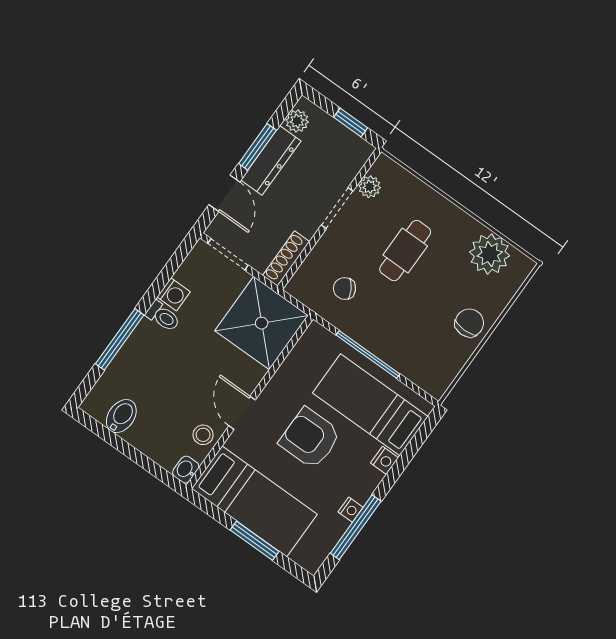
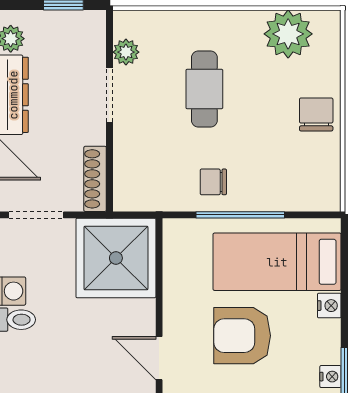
chair: (344, 288) -> (213, 182), moved, turned 31

